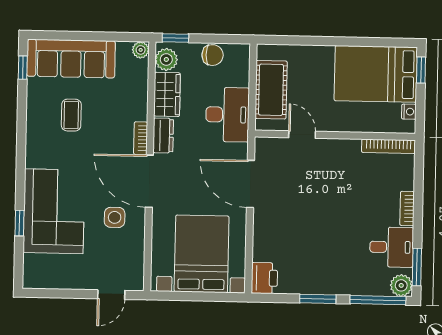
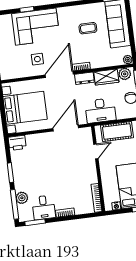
plant: (401, 285) -> (22, 198), moved

